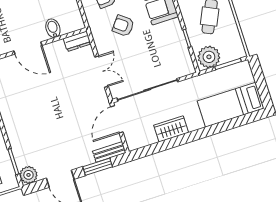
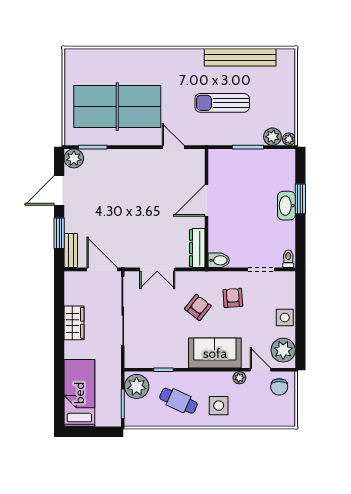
bidet: (53, 28) -> (219, 260), moved
dresser: (77, 41) -> (197, 248), width x1.44

